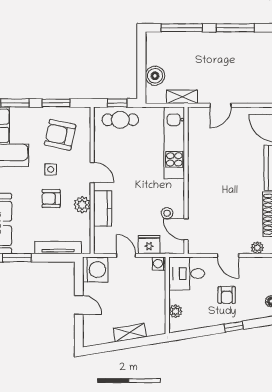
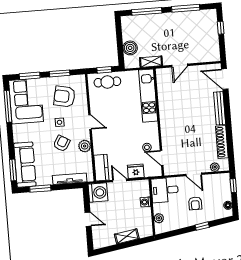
armchair: (51, 199) -> (62, 143), turned 121
kitchen counter: (103, 209) -> (101, 168), moved
washing machine: (159, 264) -> (145, 202), moved

